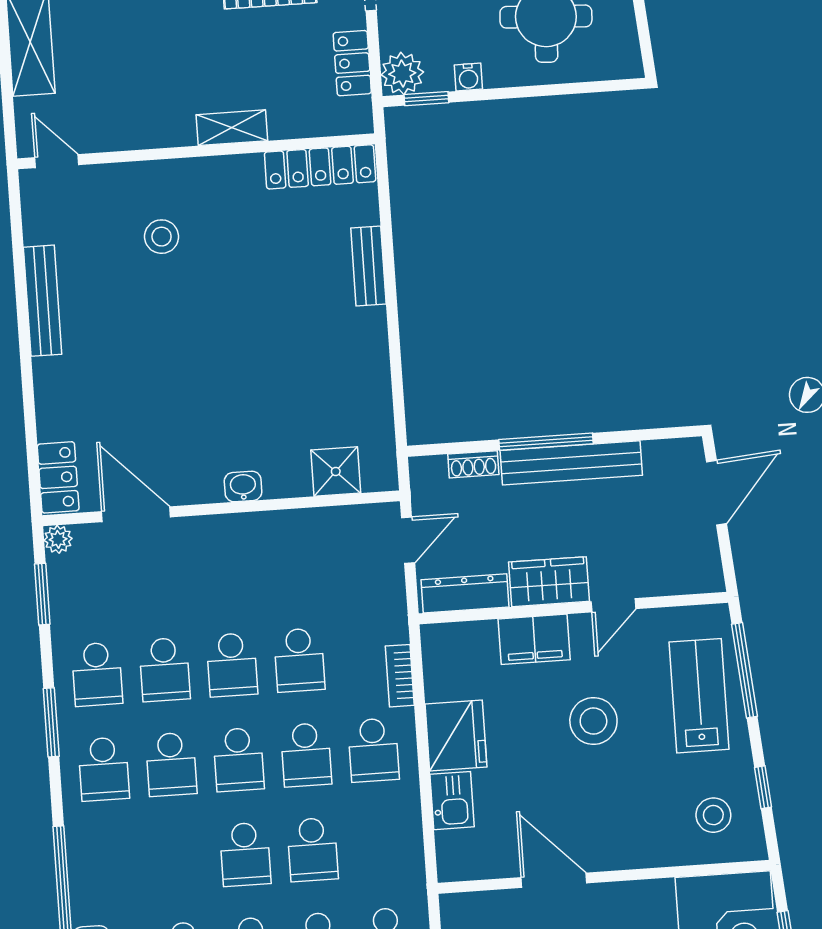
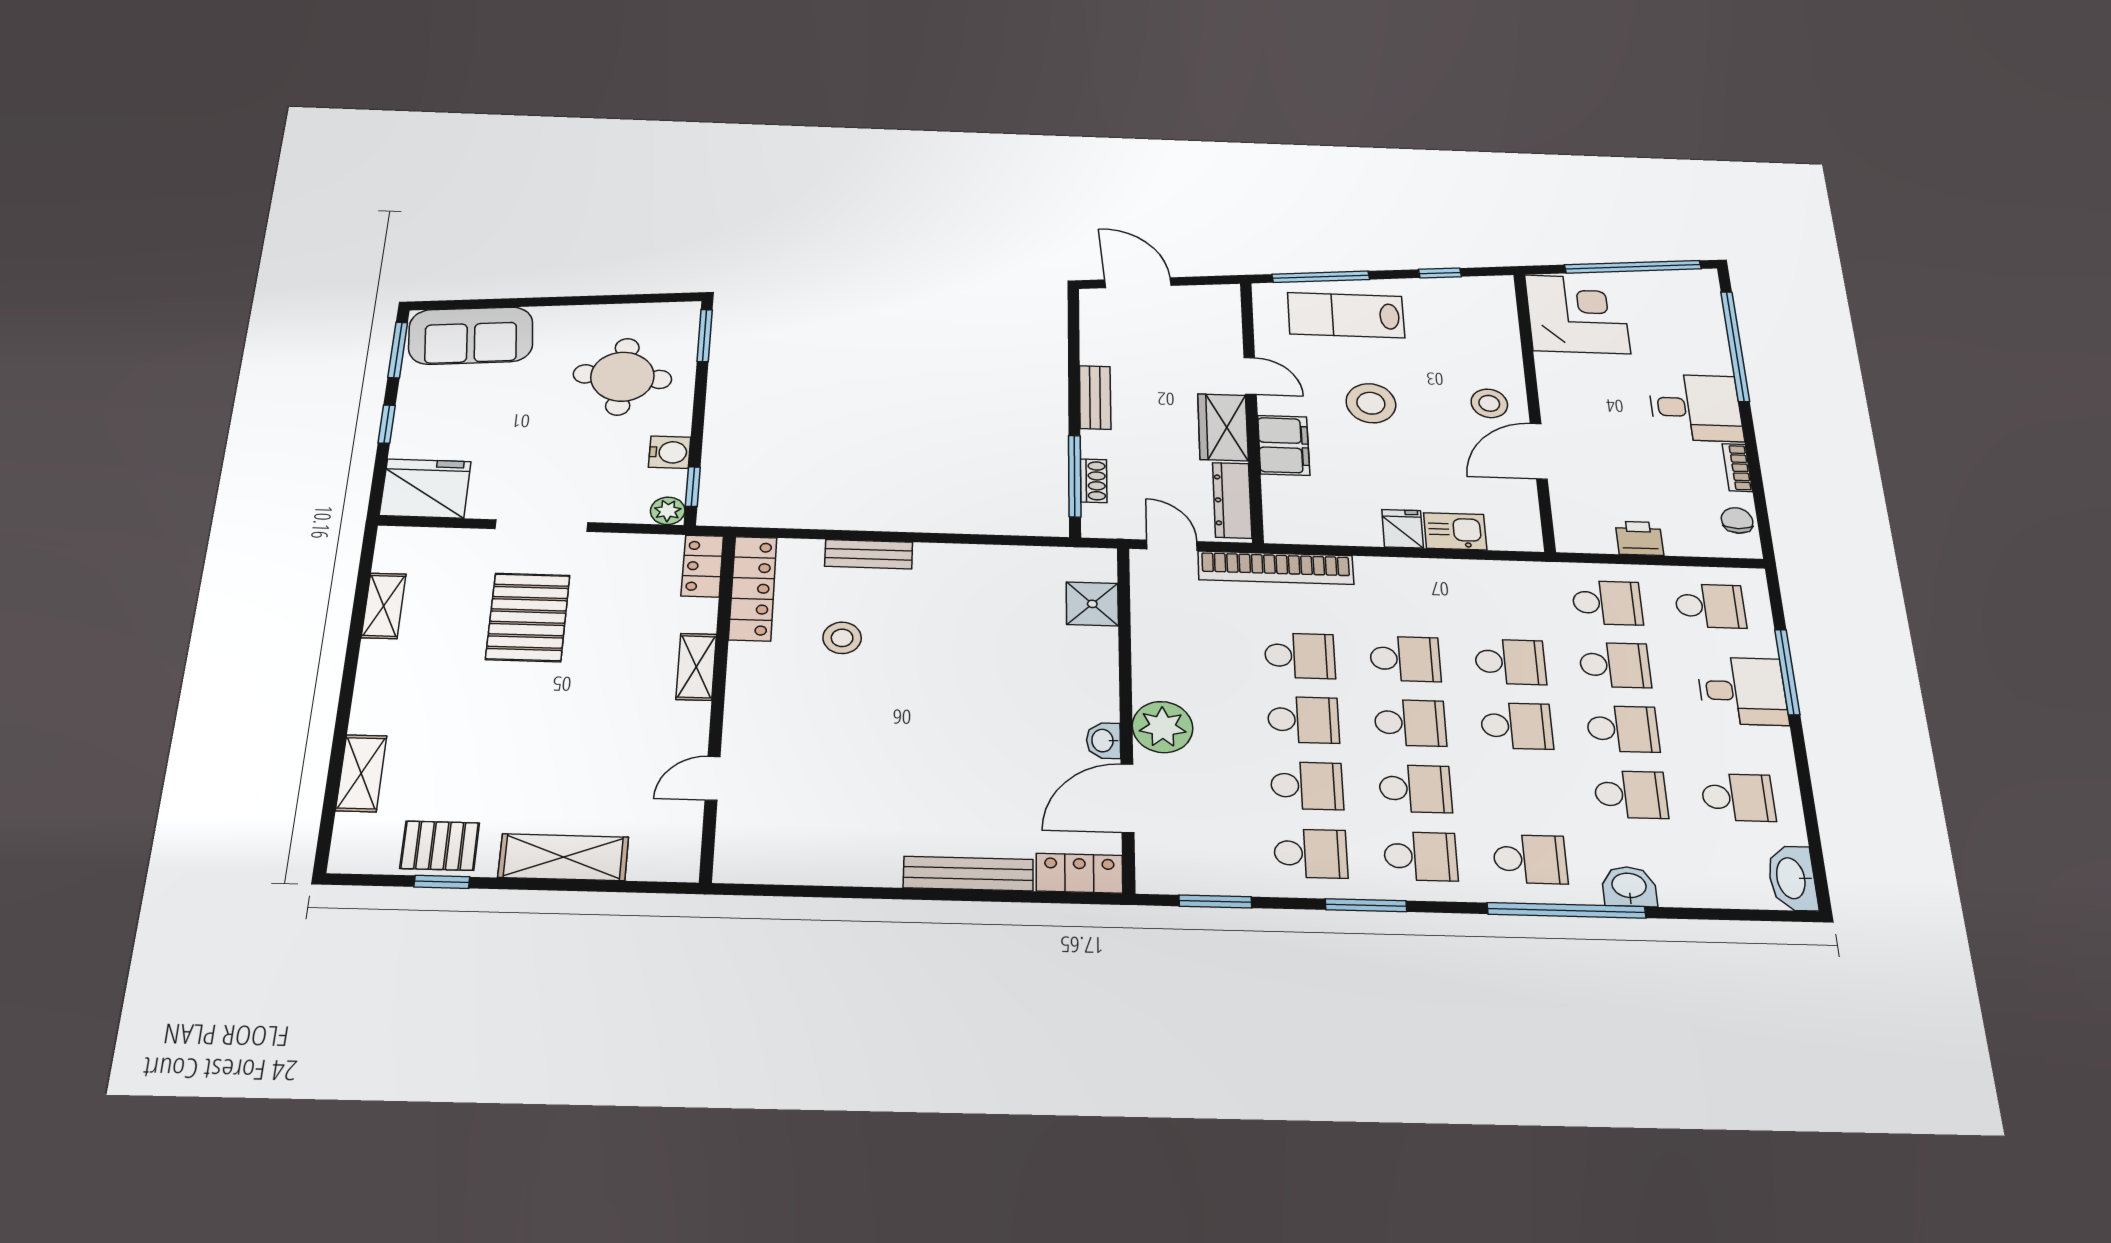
locker: (352, 63) -> (702, 566), moved, turned 90
plant: (402, 73) -> (668, 511), width x0.73, depth x0.73
water cooler: (468, 77) -> (670, 452), width x1.38, depth x1.38
window: (604, 86) -> (705, 336), added
door: (57, 161) -> (713, 778), moved
stool: (162, 237) -> (842, 638), moved
bench: (43, 301) -> (968, 874), moved
window: (546, 442) -> (1075, 476), moved
bench: (571, 463) -> (1095, 397), width x0.54, depth x0.82
washbasin: (243, 486) -> (1103, 741), moved
plant: (58, 539) -> (1163, 727), moved, width x1.87, depth x1.87
bookcase: (400, 676) -> (1276, 568), width x2.31, depth x1.31
fridge: (456, 736) -> (1403, 529), width x0.53, depth x0.75
school desk: (373, 750) -> (1530, 859), moved
stool: (713, 815) -> (1489, 403), moved

